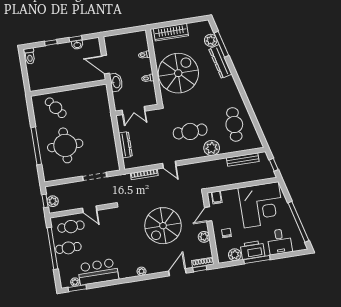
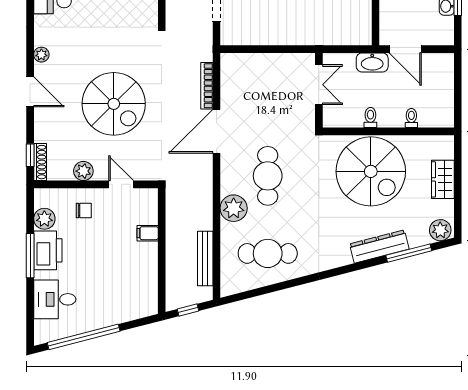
wardrobe: (171, 32) -> (443, 179), width x0.67
plant: (211, 40) -> (440, 230), moved
door: (106, 65) -> (405, 49), swing flipped
double door: (134, 111) -> (319, 85), swing flipped
dresser: (125, 145) -> (262, 61), removed
door: (169, 165) -> (217, 131), width x1.87
filing cabinet: (217, 197) -> (148, 233), moved
corner desk: (261, 205) -> (123, 278), removed
spiral stairs: (163, 226) -> (114, 104), turned 180
door: (177, 272) -> (30, 92), moved

